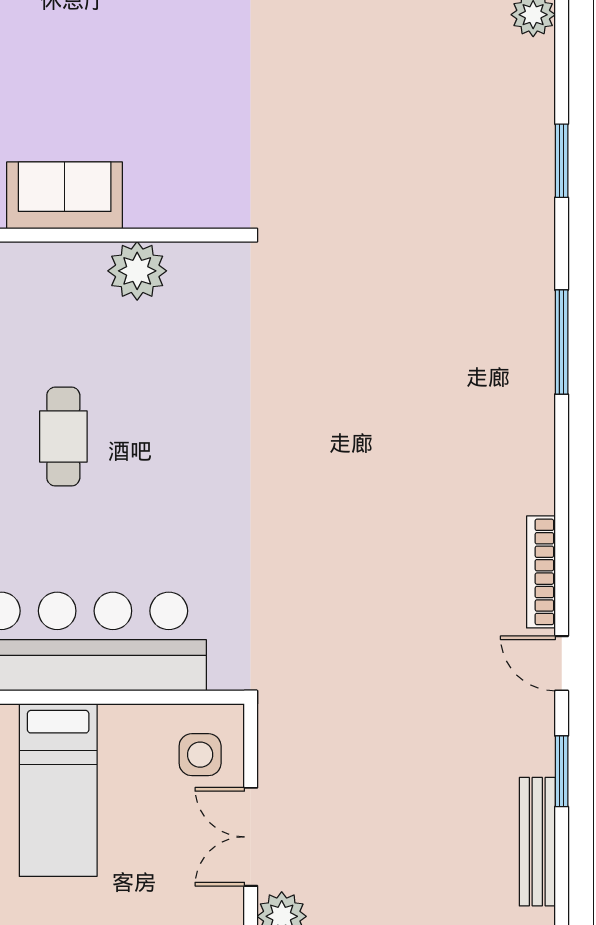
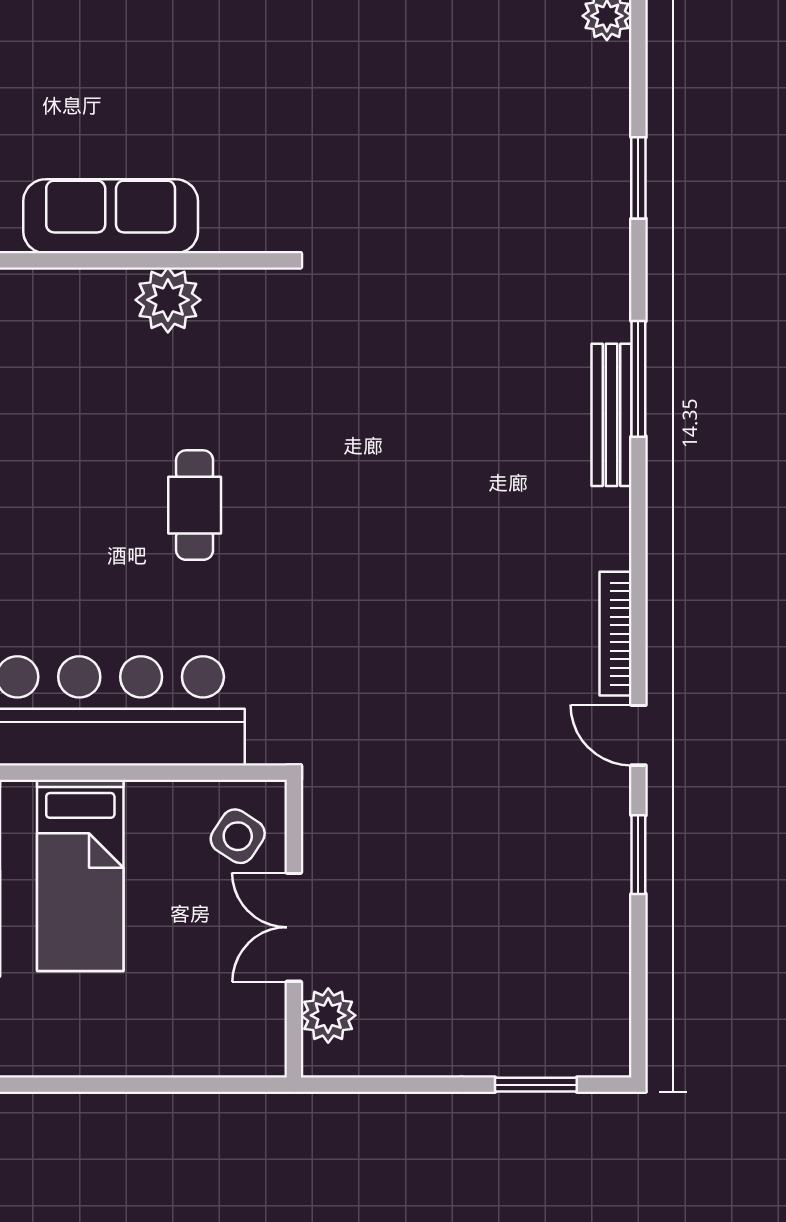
sofa: (65, 195) -> (111, 216), width x1.36
cafe table: (63, 437) -> (195, 505), moved
side table: (200, 755) -> (238, 836), turned 33
bench: (537, 842) -> (611, 415), moved

